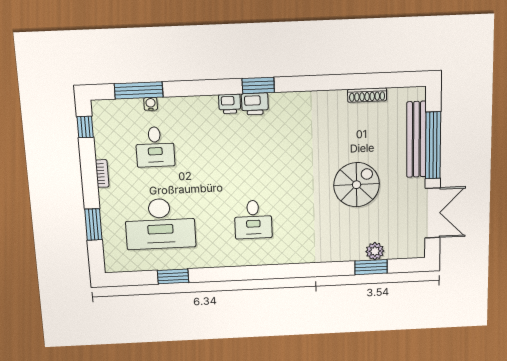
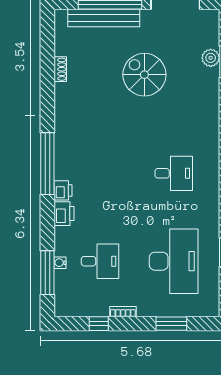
window: (258, 85) -> (47, 164), width x2.11
shoe rack: (367, 95) -> (60, 69), width x0.70
printer: (255, 104) -> (64, 214), moved
window: (85, 127) -> (99, 324), moved

